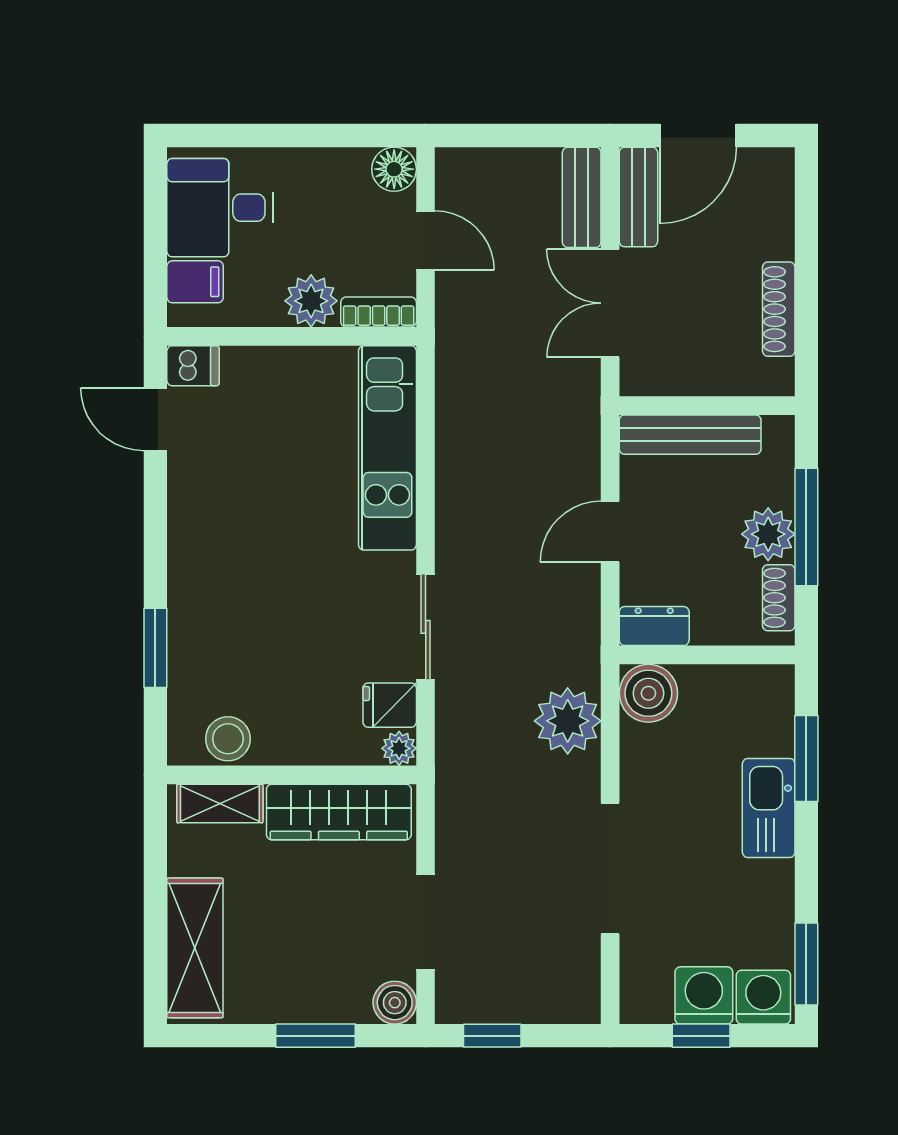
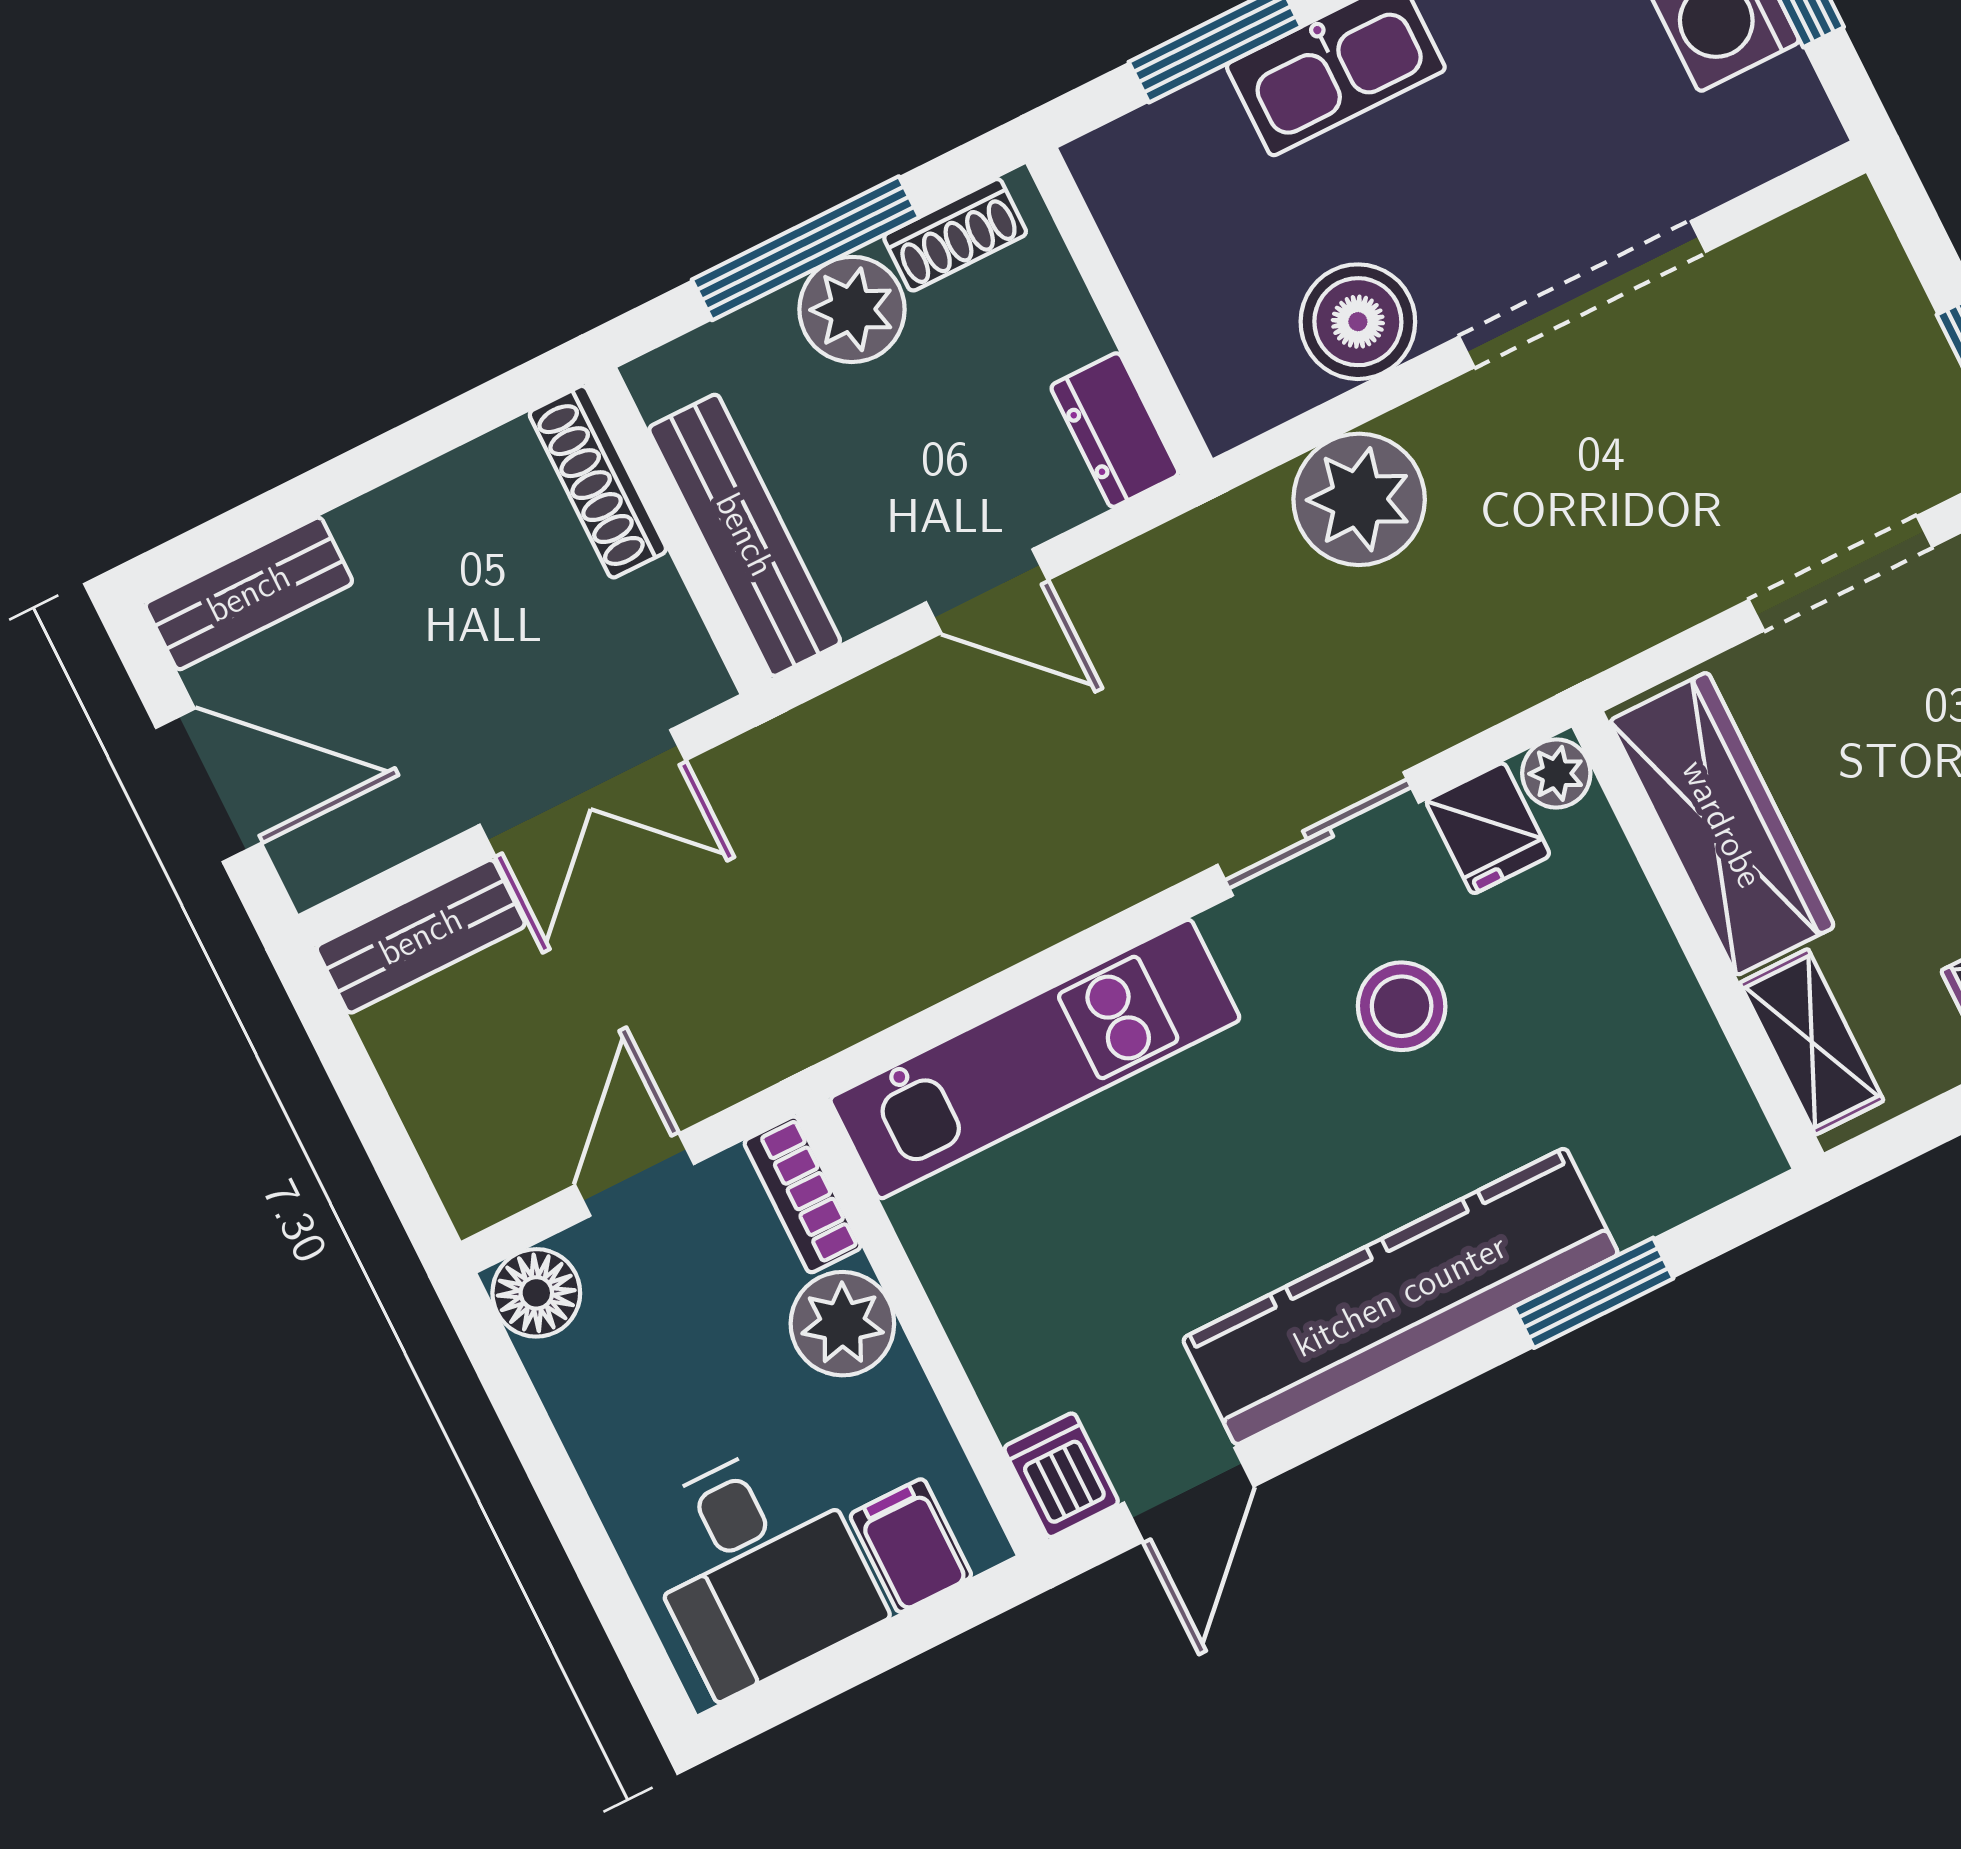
bench: (638, 197) -> (249, 593), moved
shoe rack: (779, 309) -> (598, 482), moved, turned 90
kitchen counter: (197, 560) -> (1400, 1296), added
boiler: (648, 693) -> (1358, 322), moved
stool: (228, 739) -> (1402, 1006), moved

